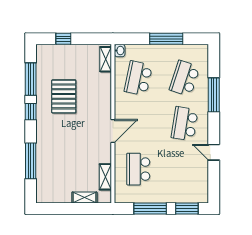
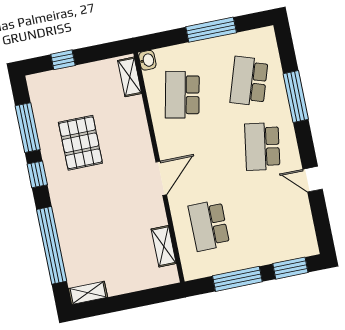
window: (31, 161) -> (52, 245), width x1.46
shelving: (85, 198) -> (88, 293), moved

